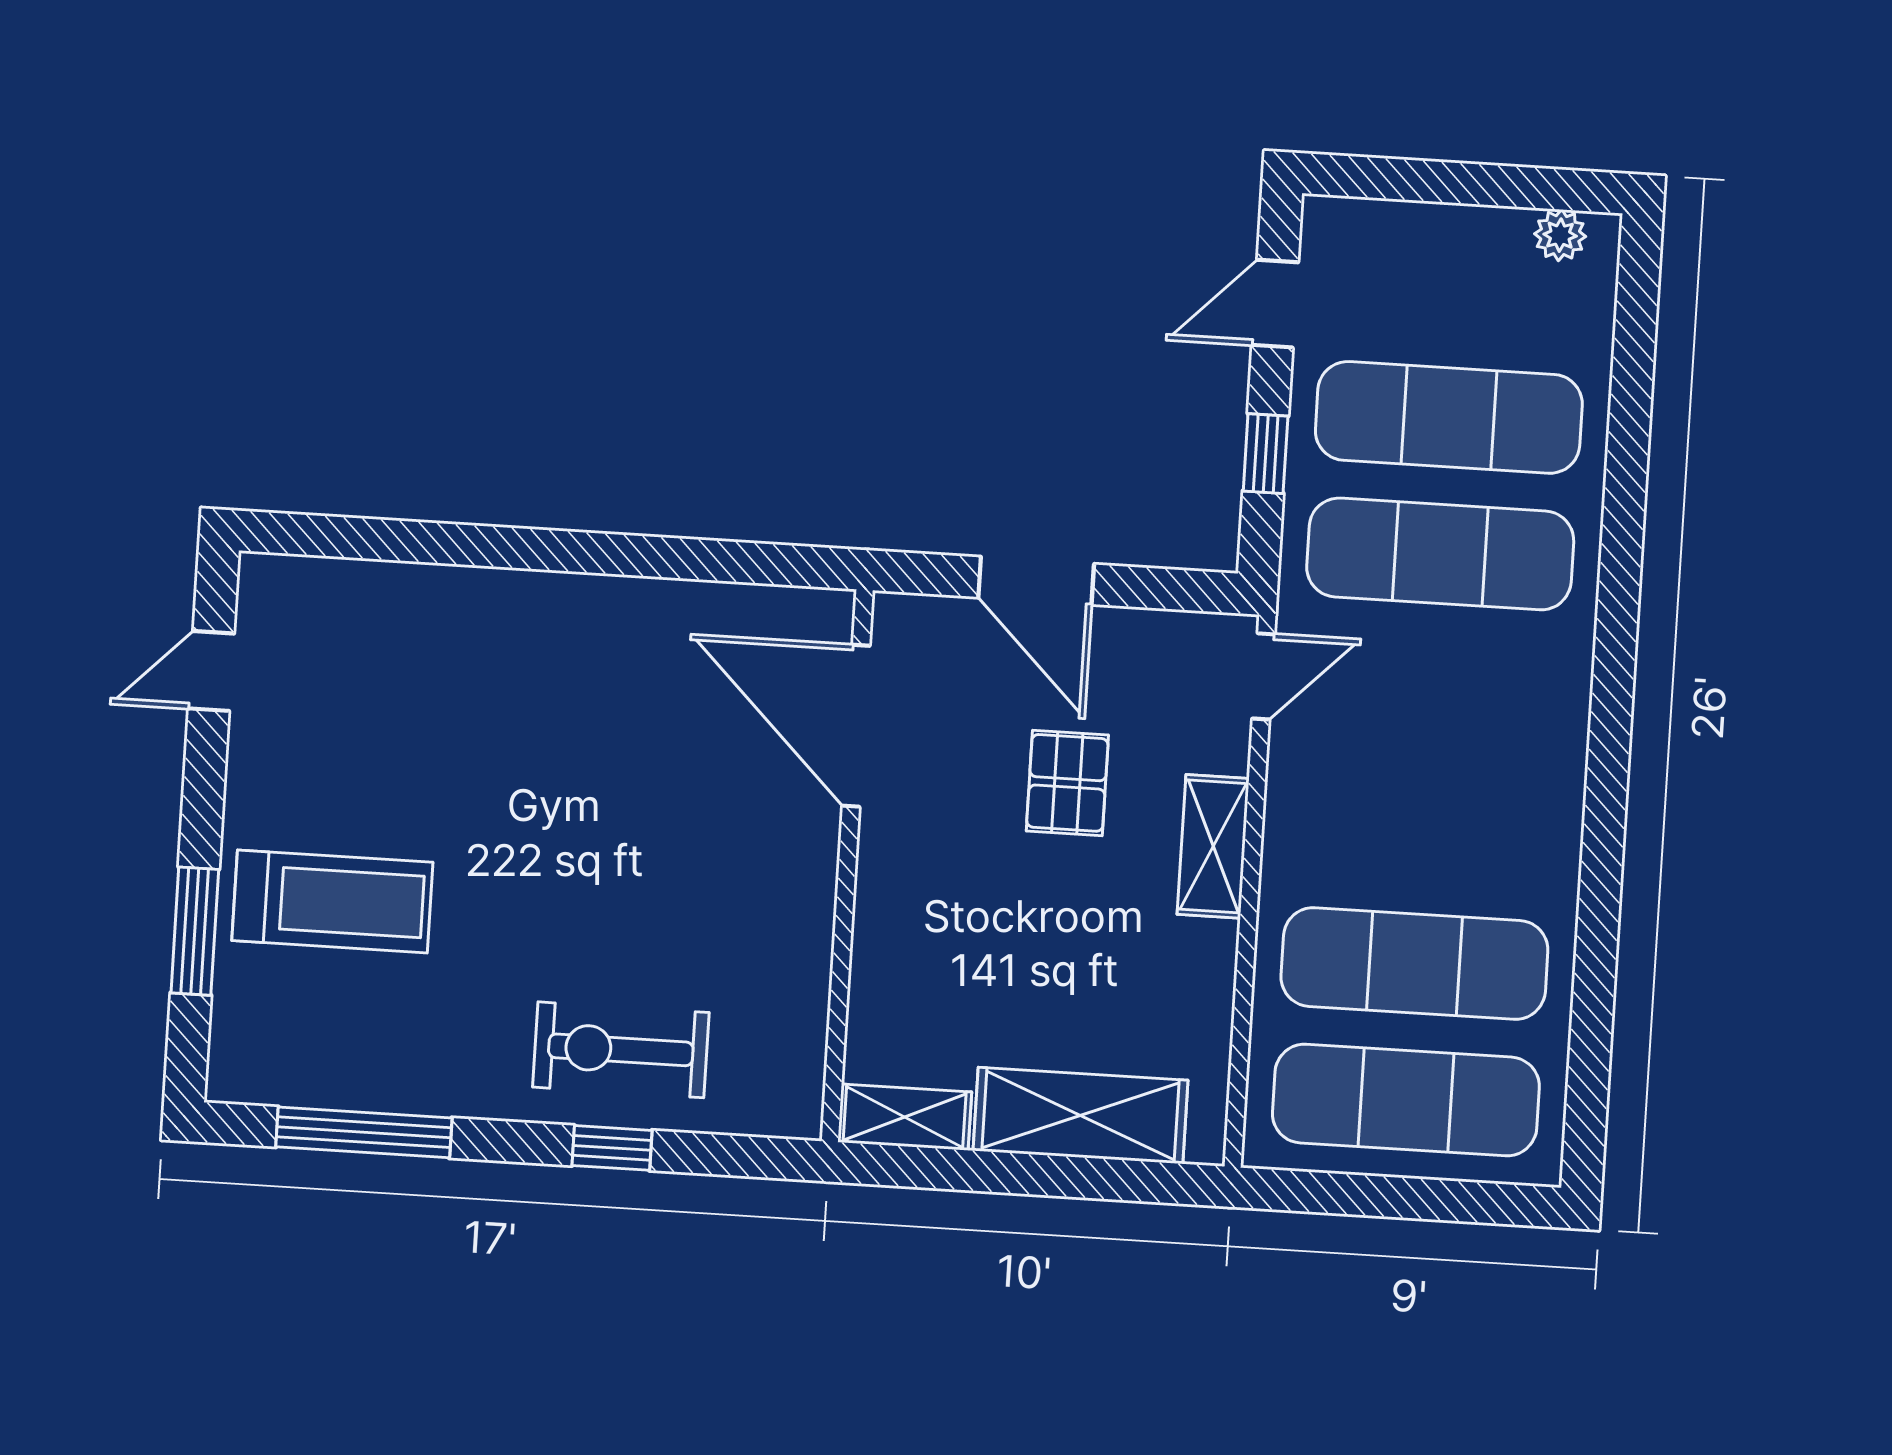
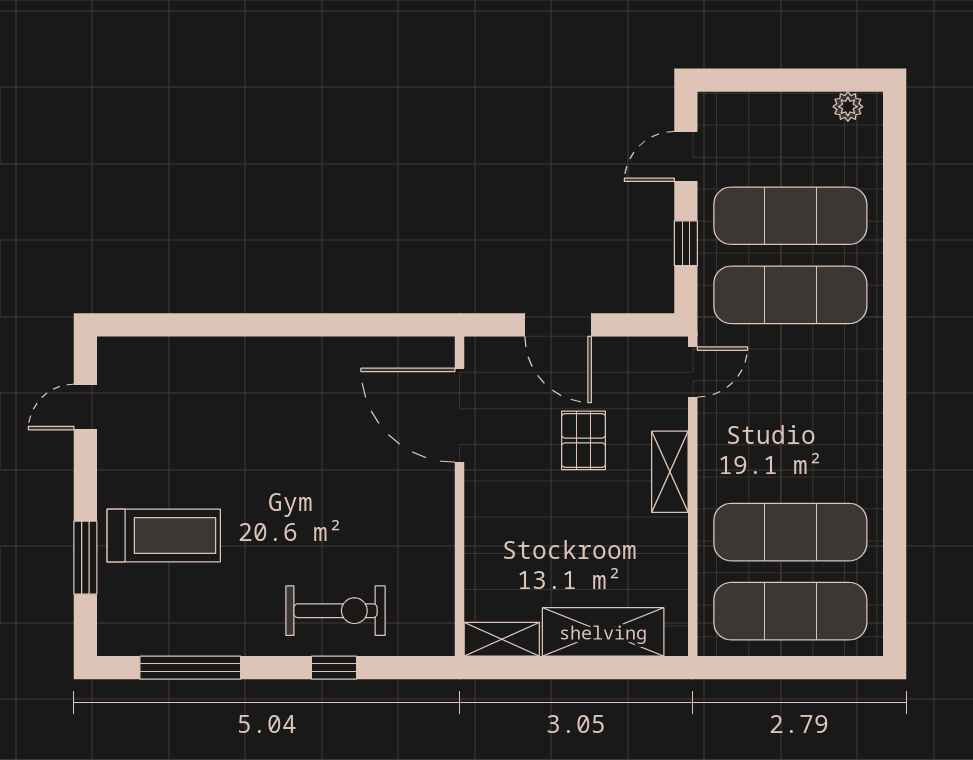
exercise bike: (621, 1050) -> (336, 611), turned 180

